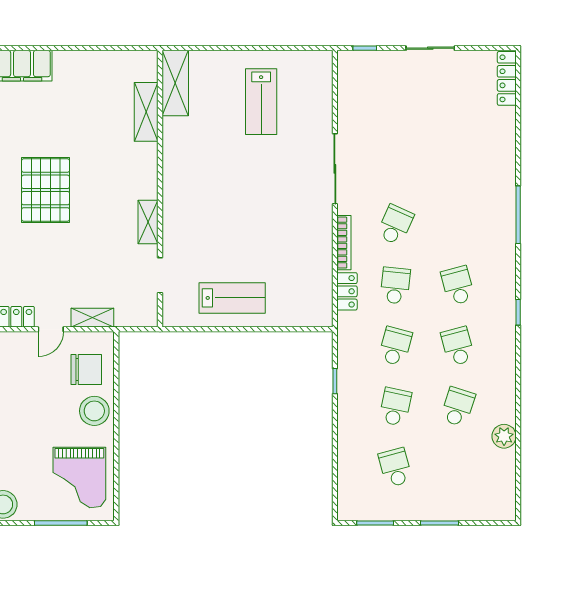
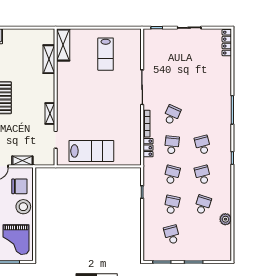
lab bench: (232, 298) -> (91, 151), width x1.36, depth x1.39

